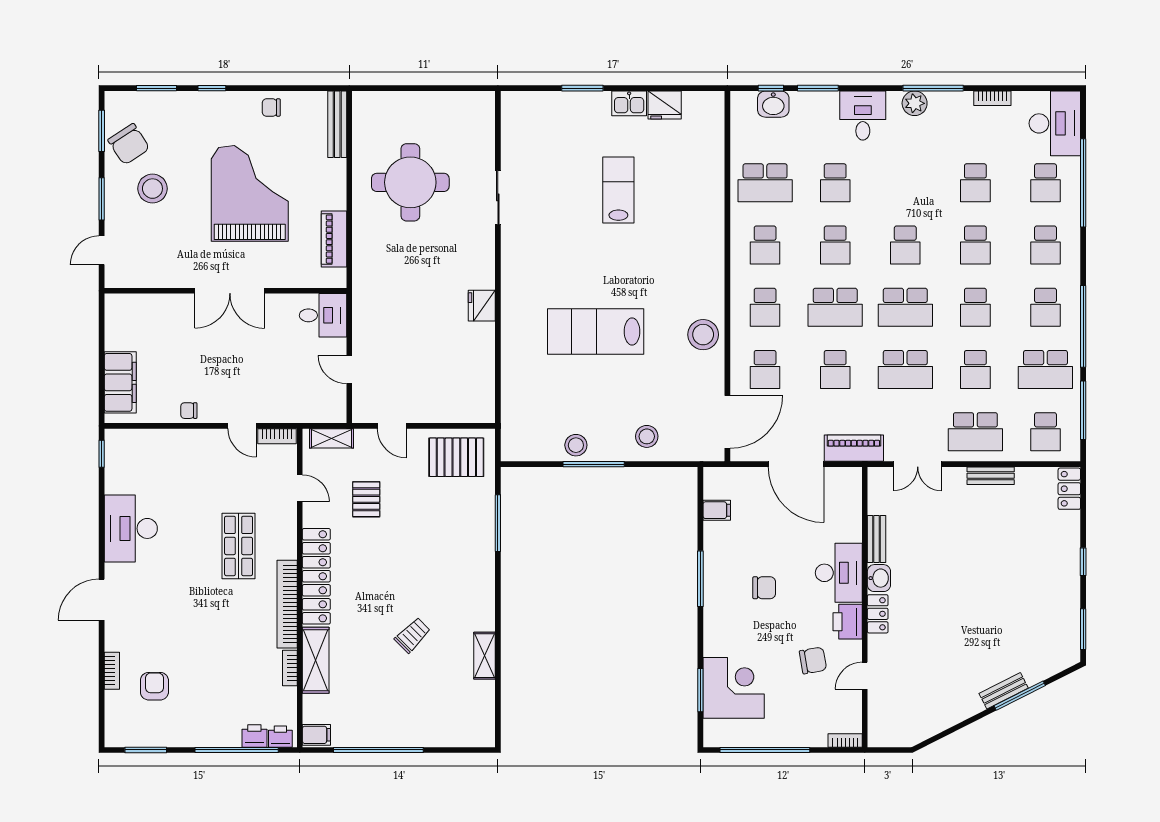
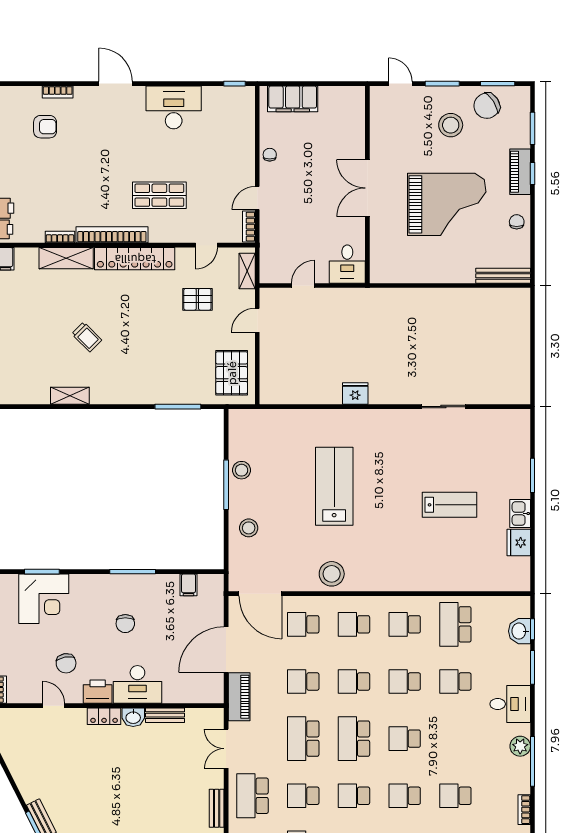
round table: (410, 182) -> (456, 335), removed
piano: (334, 239) -> (520, 172), moved, turned -90
school desk: (835, 307) -> (354, 681), width x0.54

